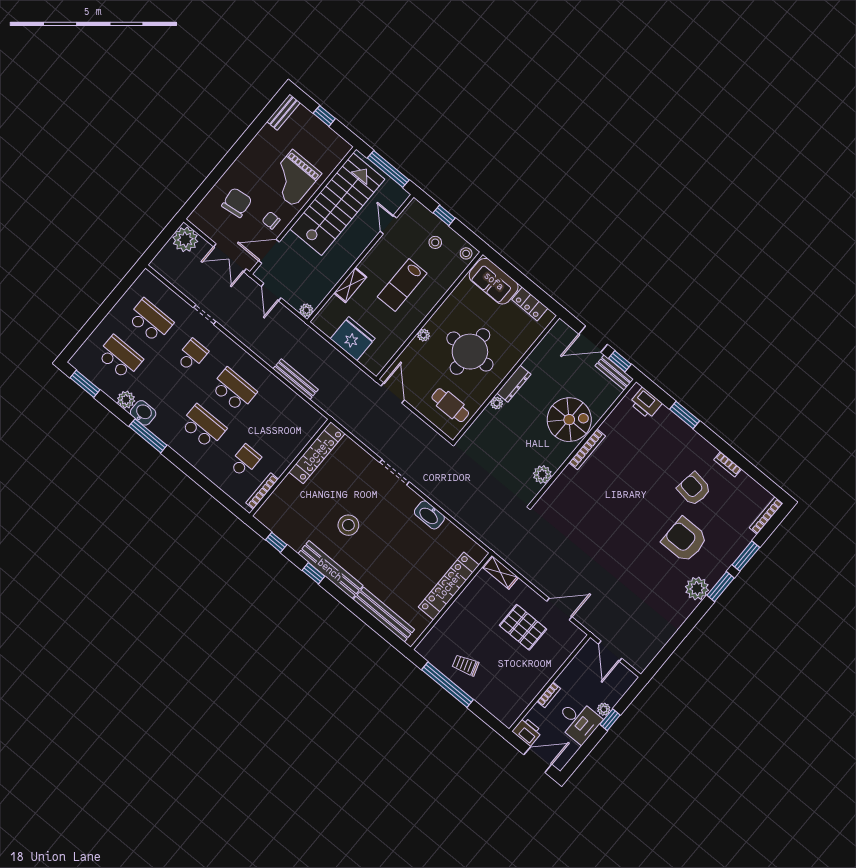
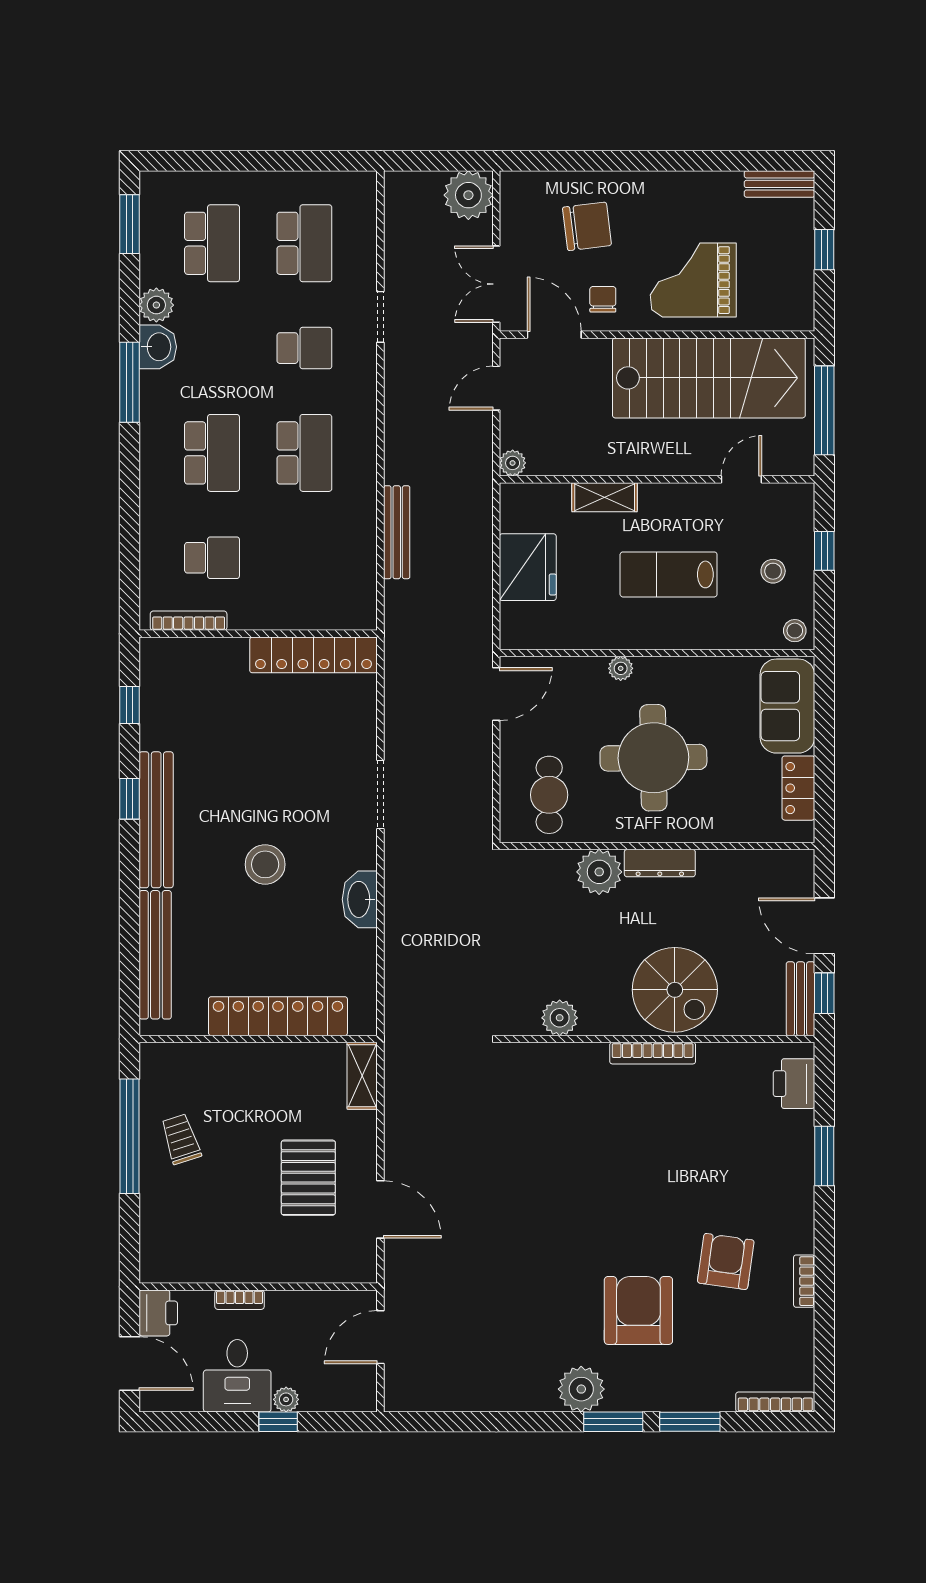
plant: (497, 403) -> (599, 872), width x1.87, depth x1.87
stool: (348, 525) -> (265, 864), moved

